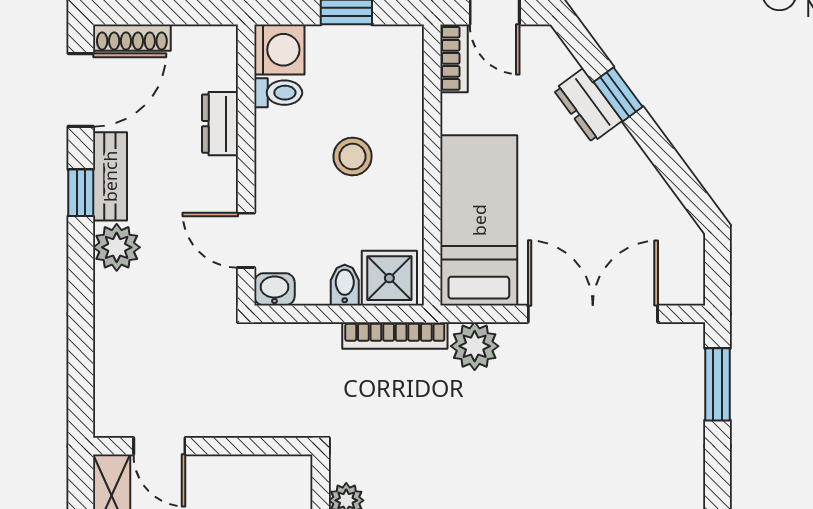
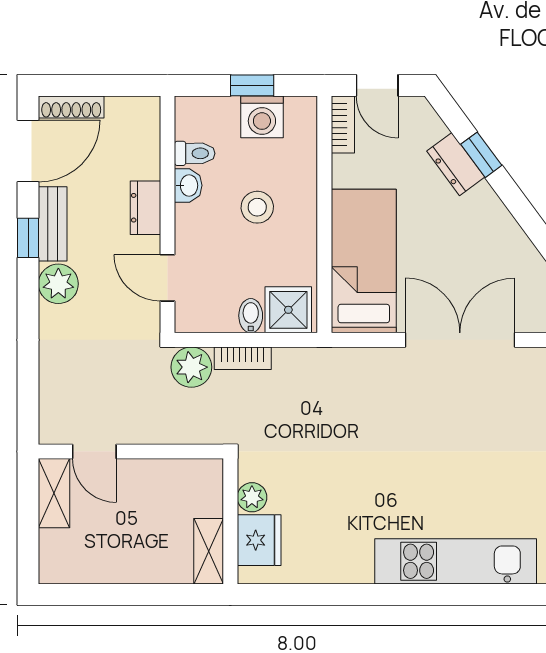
washing machine: (279, 50) -> (262, 117), moved, turned 90
dresser: (220, 124) -> (145, 208), moved
washbasin: (274, 289) -> (188, 185), moved, turned 90
bookcase: (395, 336) -> (243, 358), moved, width x0.64
plant: (475, 346) -> (191, 367), moved

